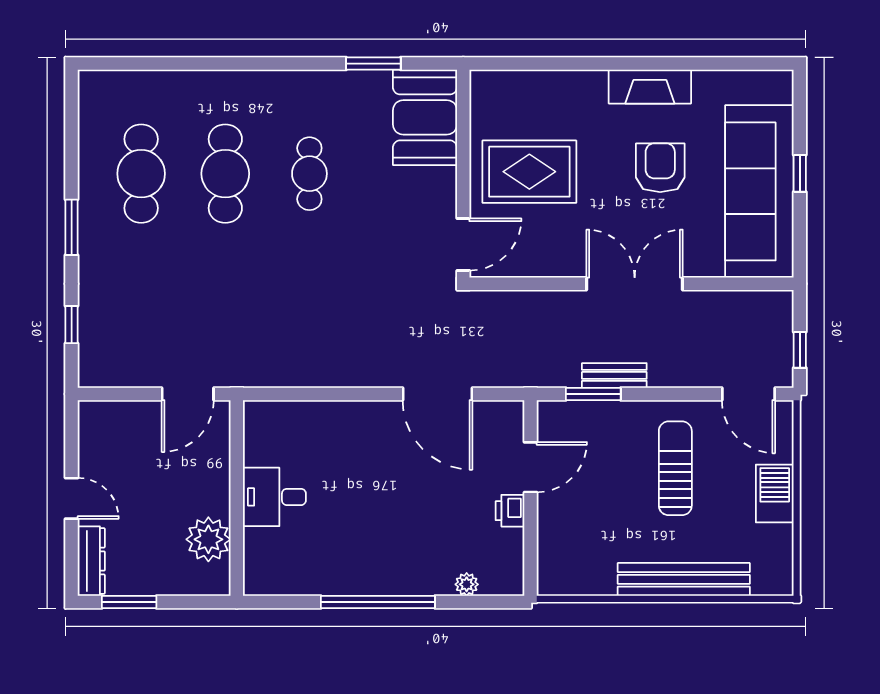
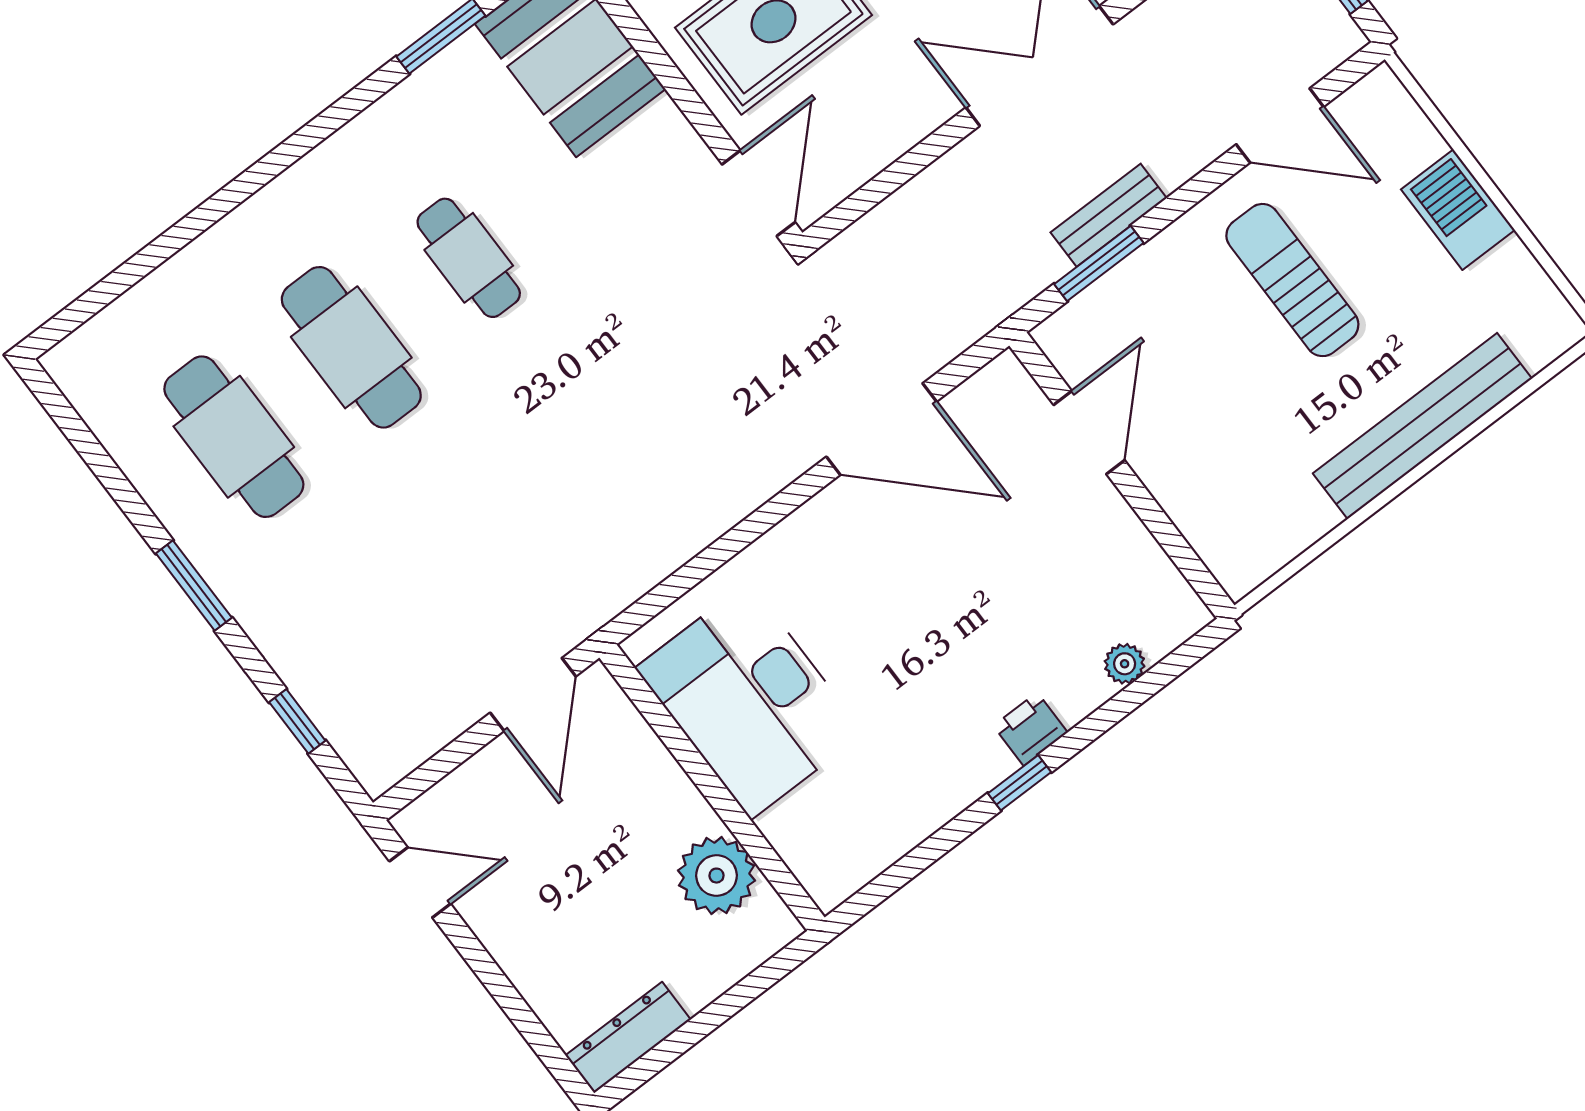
door: (748, 394) -> (1280, 126), moved
desk: (274, 497) -> (750, 701), width x1.87, depth x1.30
door: (72, 498) -> (420, 882), moved
printer: (510, 511) -> (1030, 729), moved, turned 90
dresser: (91, 561) -> (628, 1037), moved, turned -90
window: (129, 602) -> (672, 1047), removed
window: (378, 602) -> (1019, 783), width x0.32

